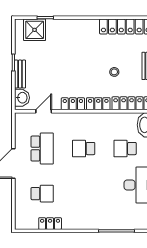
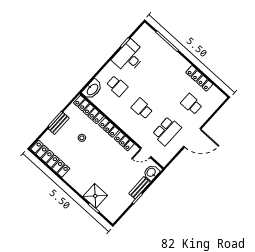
shower: (35, 30) -> (95, 196), moved
school desk: (42, 149) -> (167, 131), turned 180
school desk: (84, 149) -> (142, 109), turned 180
locker: (50, 224) -> (199, 78), width x1.53

